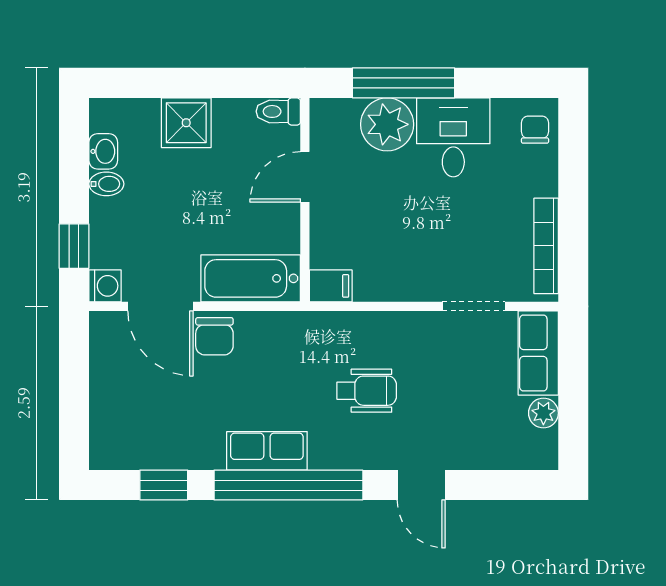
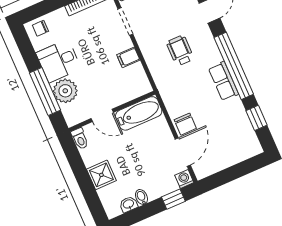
bathtub: (251, 278) -> (139, 113), moved, turned -90
filing cabinet: (331, 286) -> (128, 57), moved, turned -90
chair: (214, 336) -> (185, 124), turned 90

